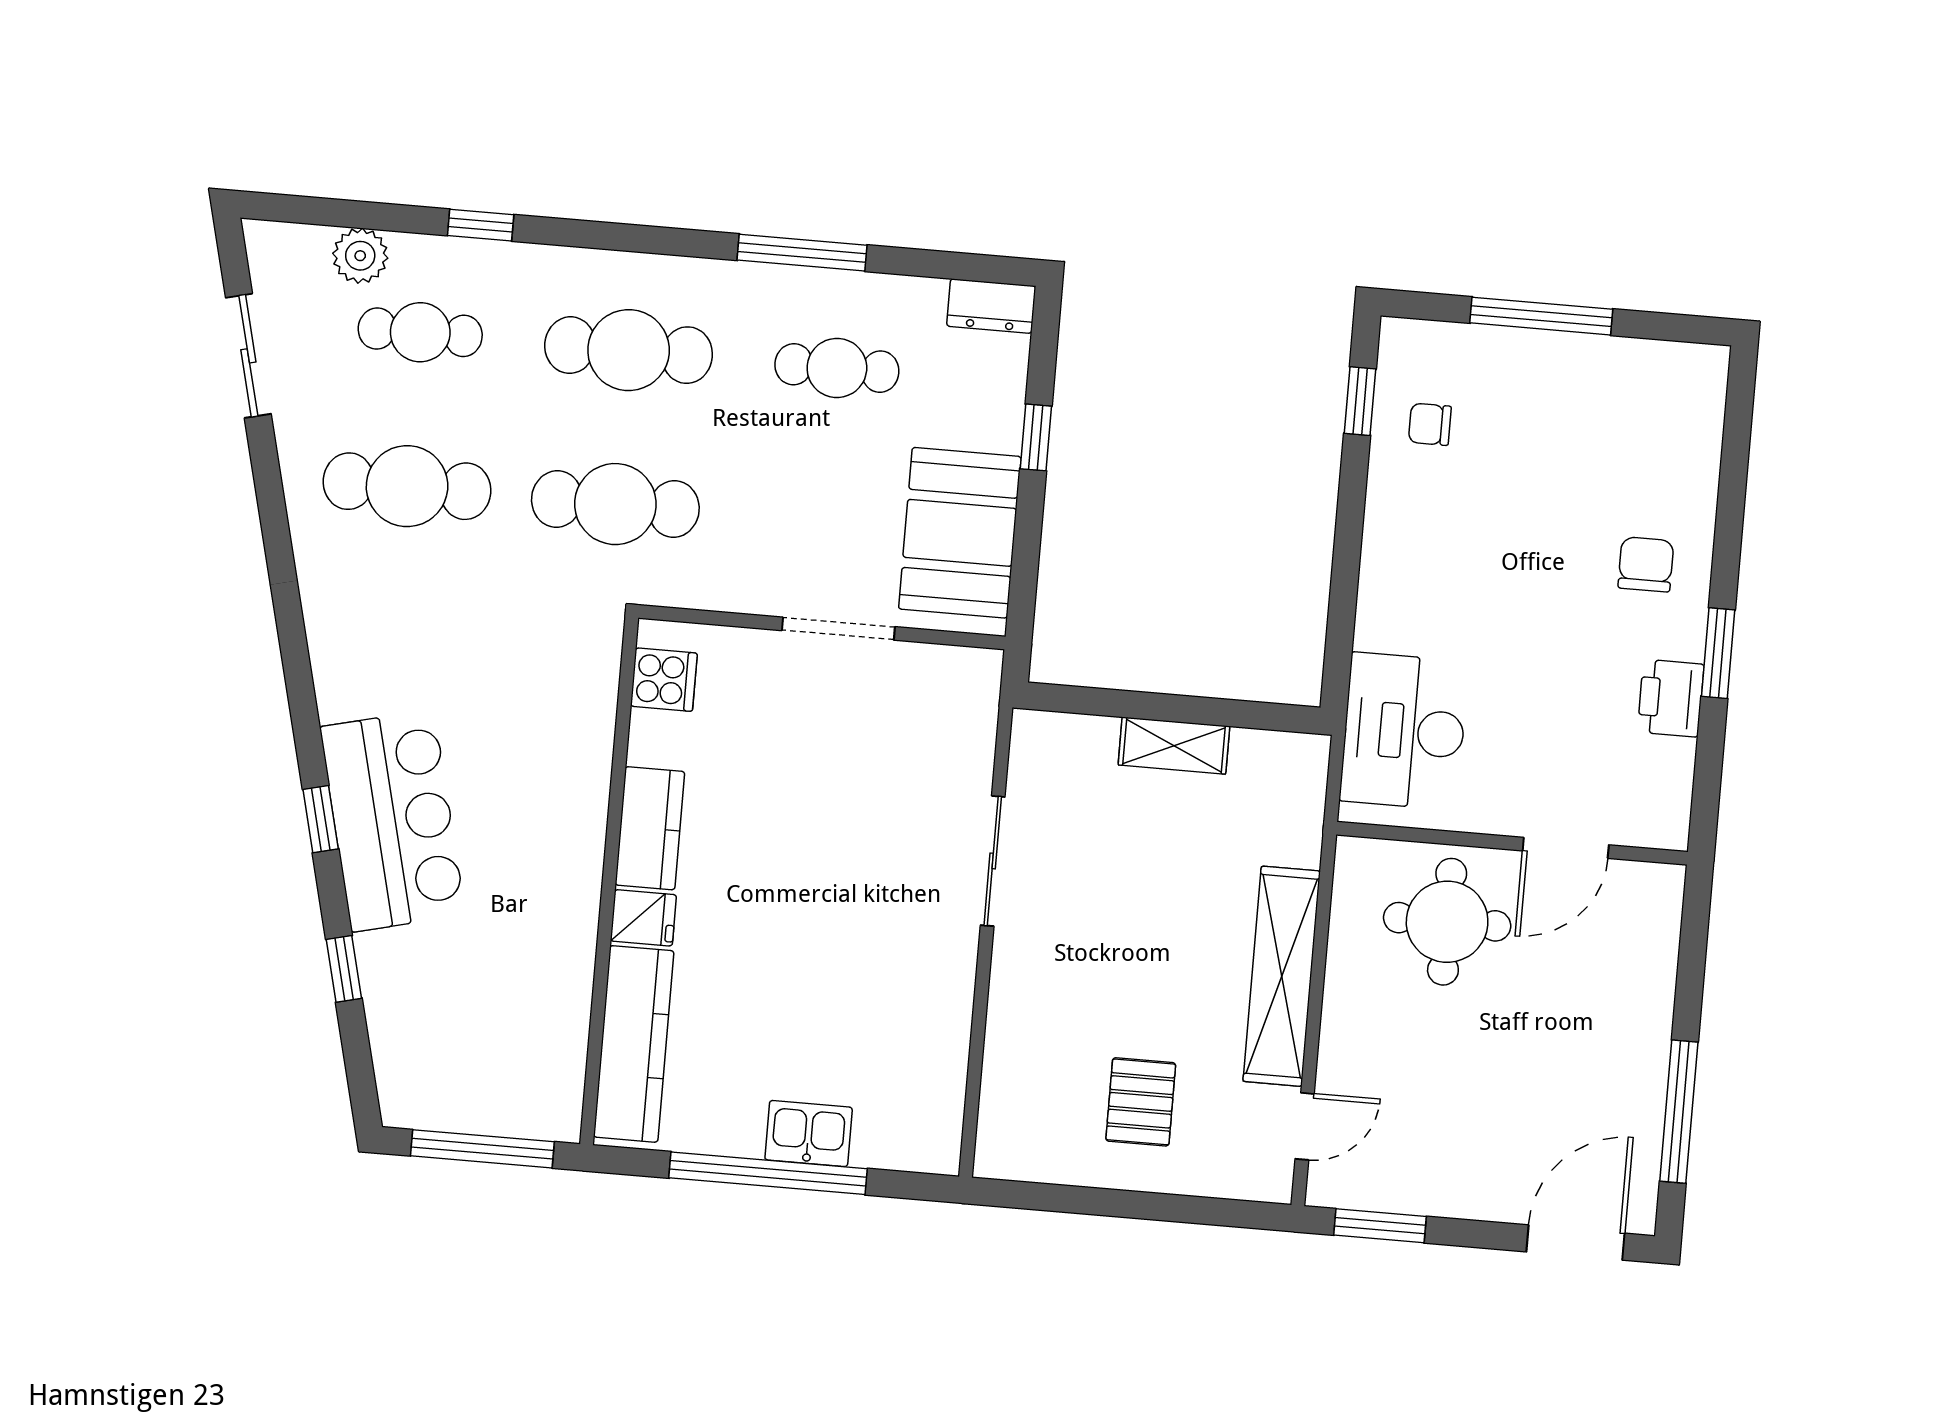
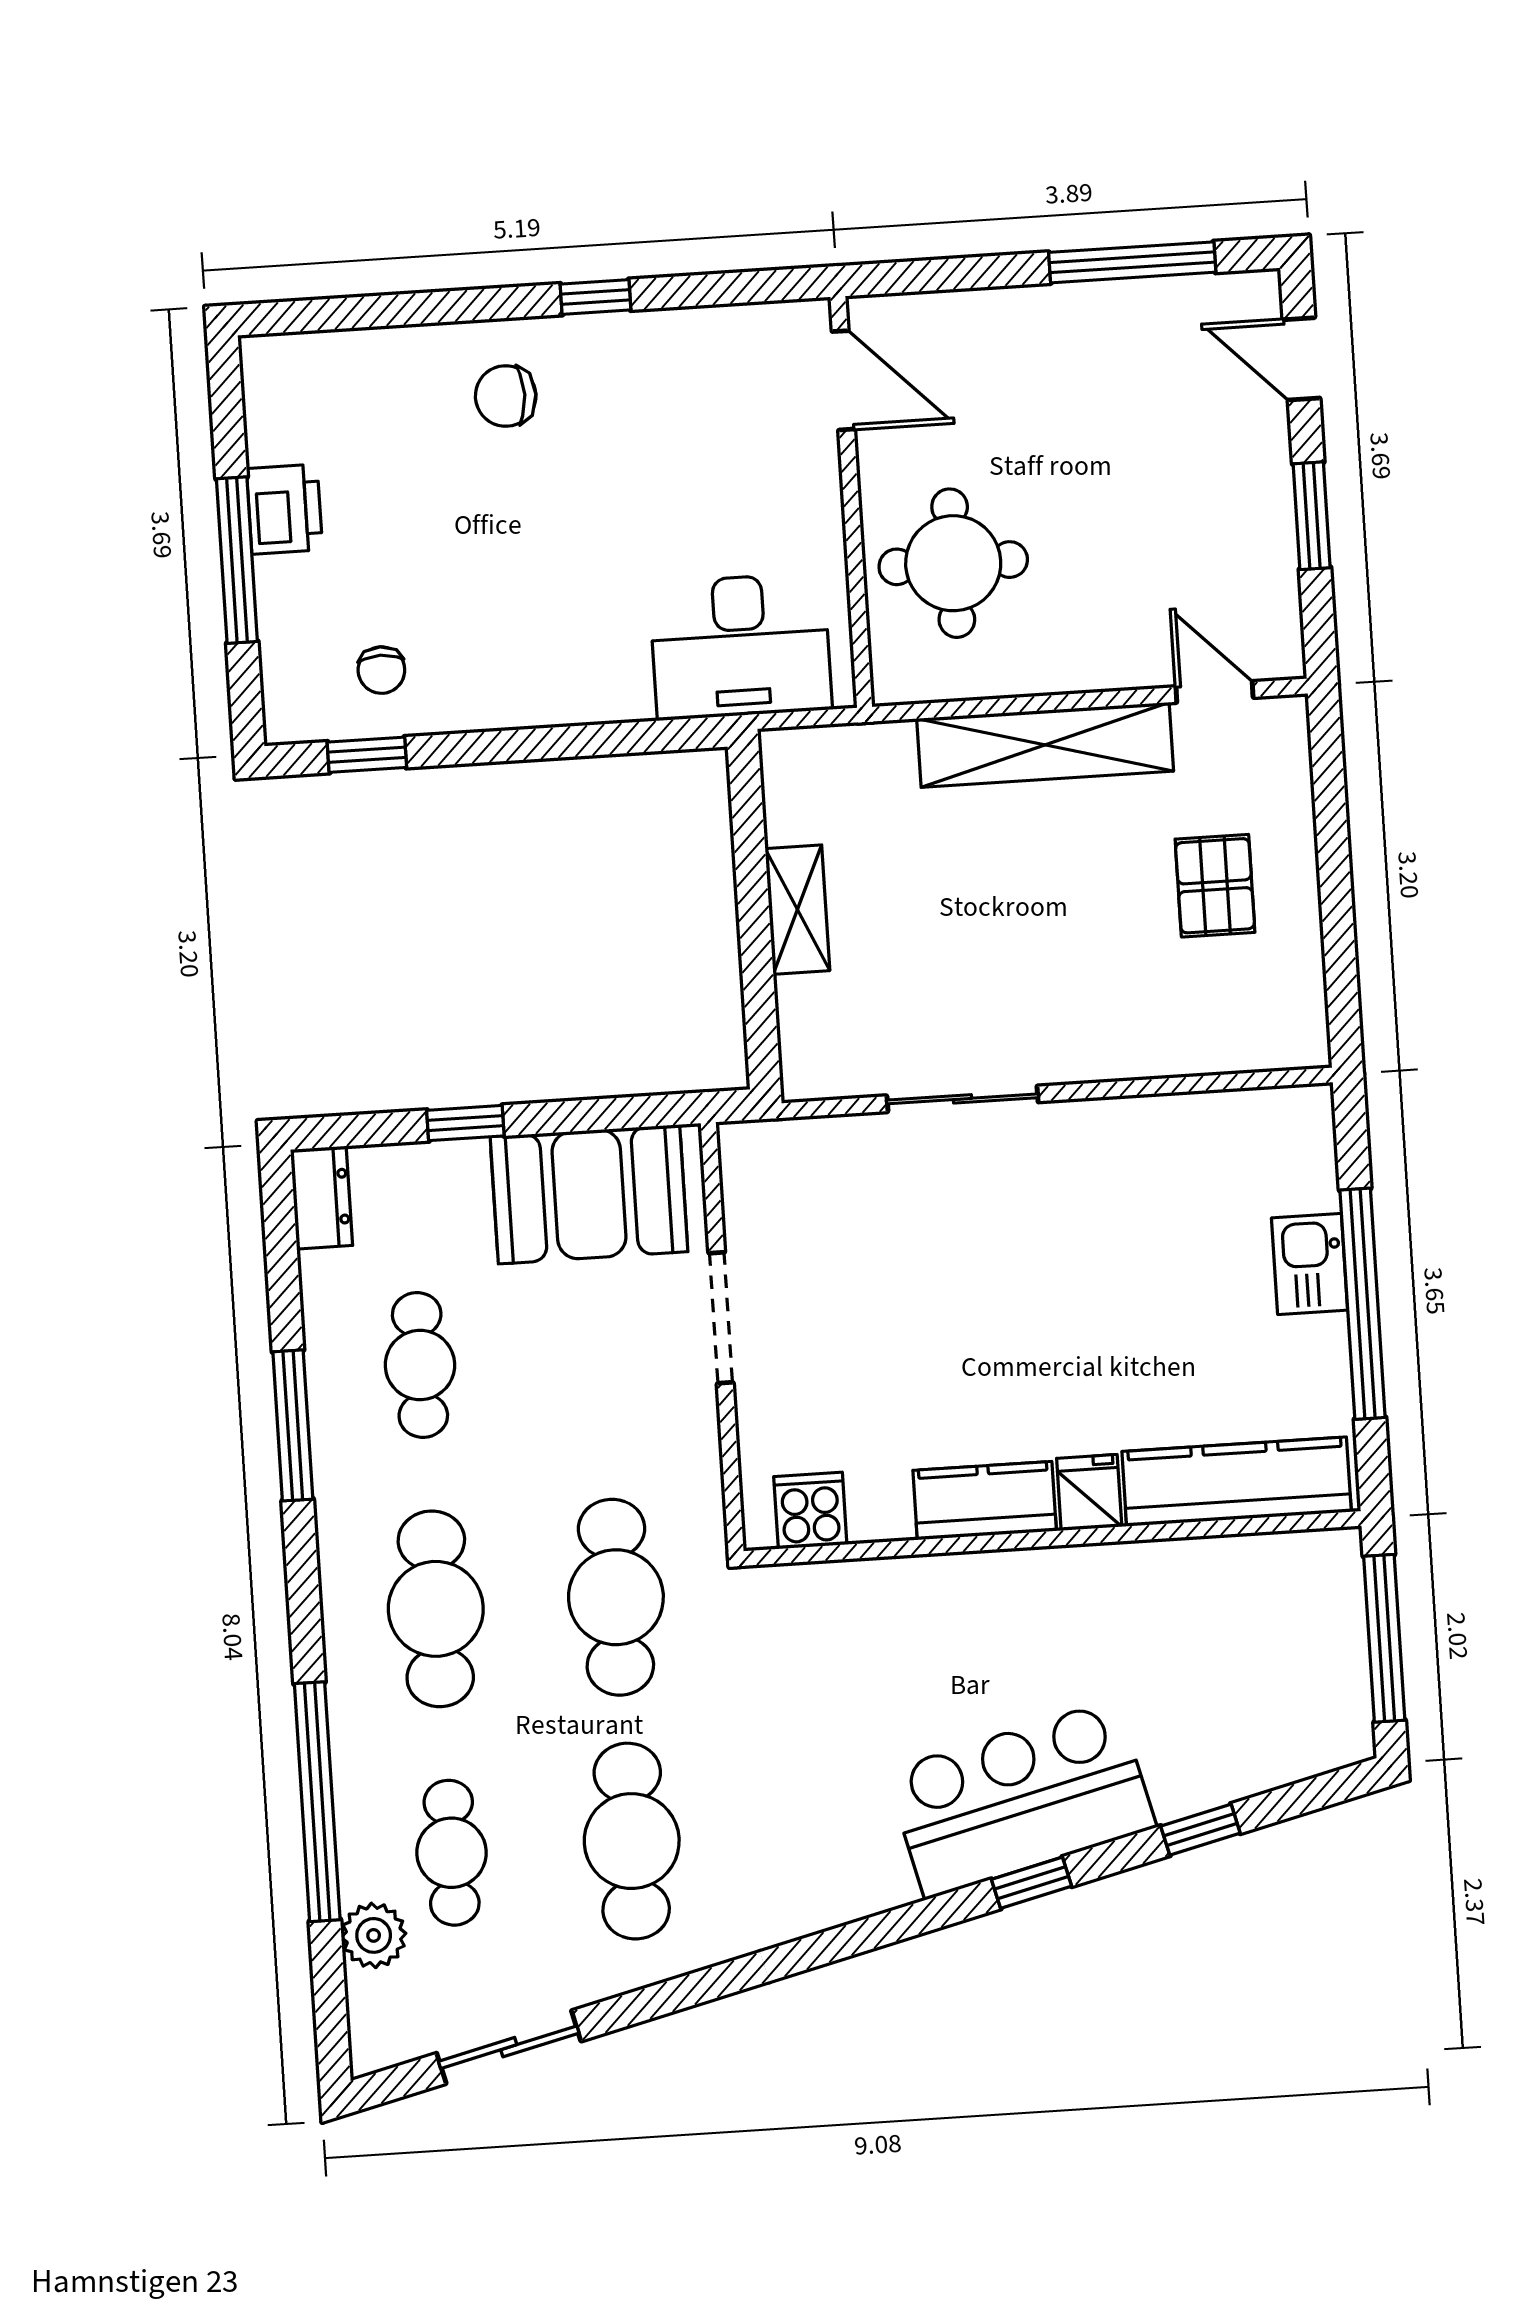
window: (481, 225) -> (317, 1802), width x3.17
window: (1718, 653) -> (596, 297), width x0.67
printer: (1671, 698) -> (284, 509), moved, turned -90
door: (1566, 848) -> (843, 380), moved
pallet: (1141, 1102) -> (1215, 886), turned 90
window: (1380, 1226) -> (1312, 516), moved
door: (1575, 1243) -> (1301, 359), width x0.73

